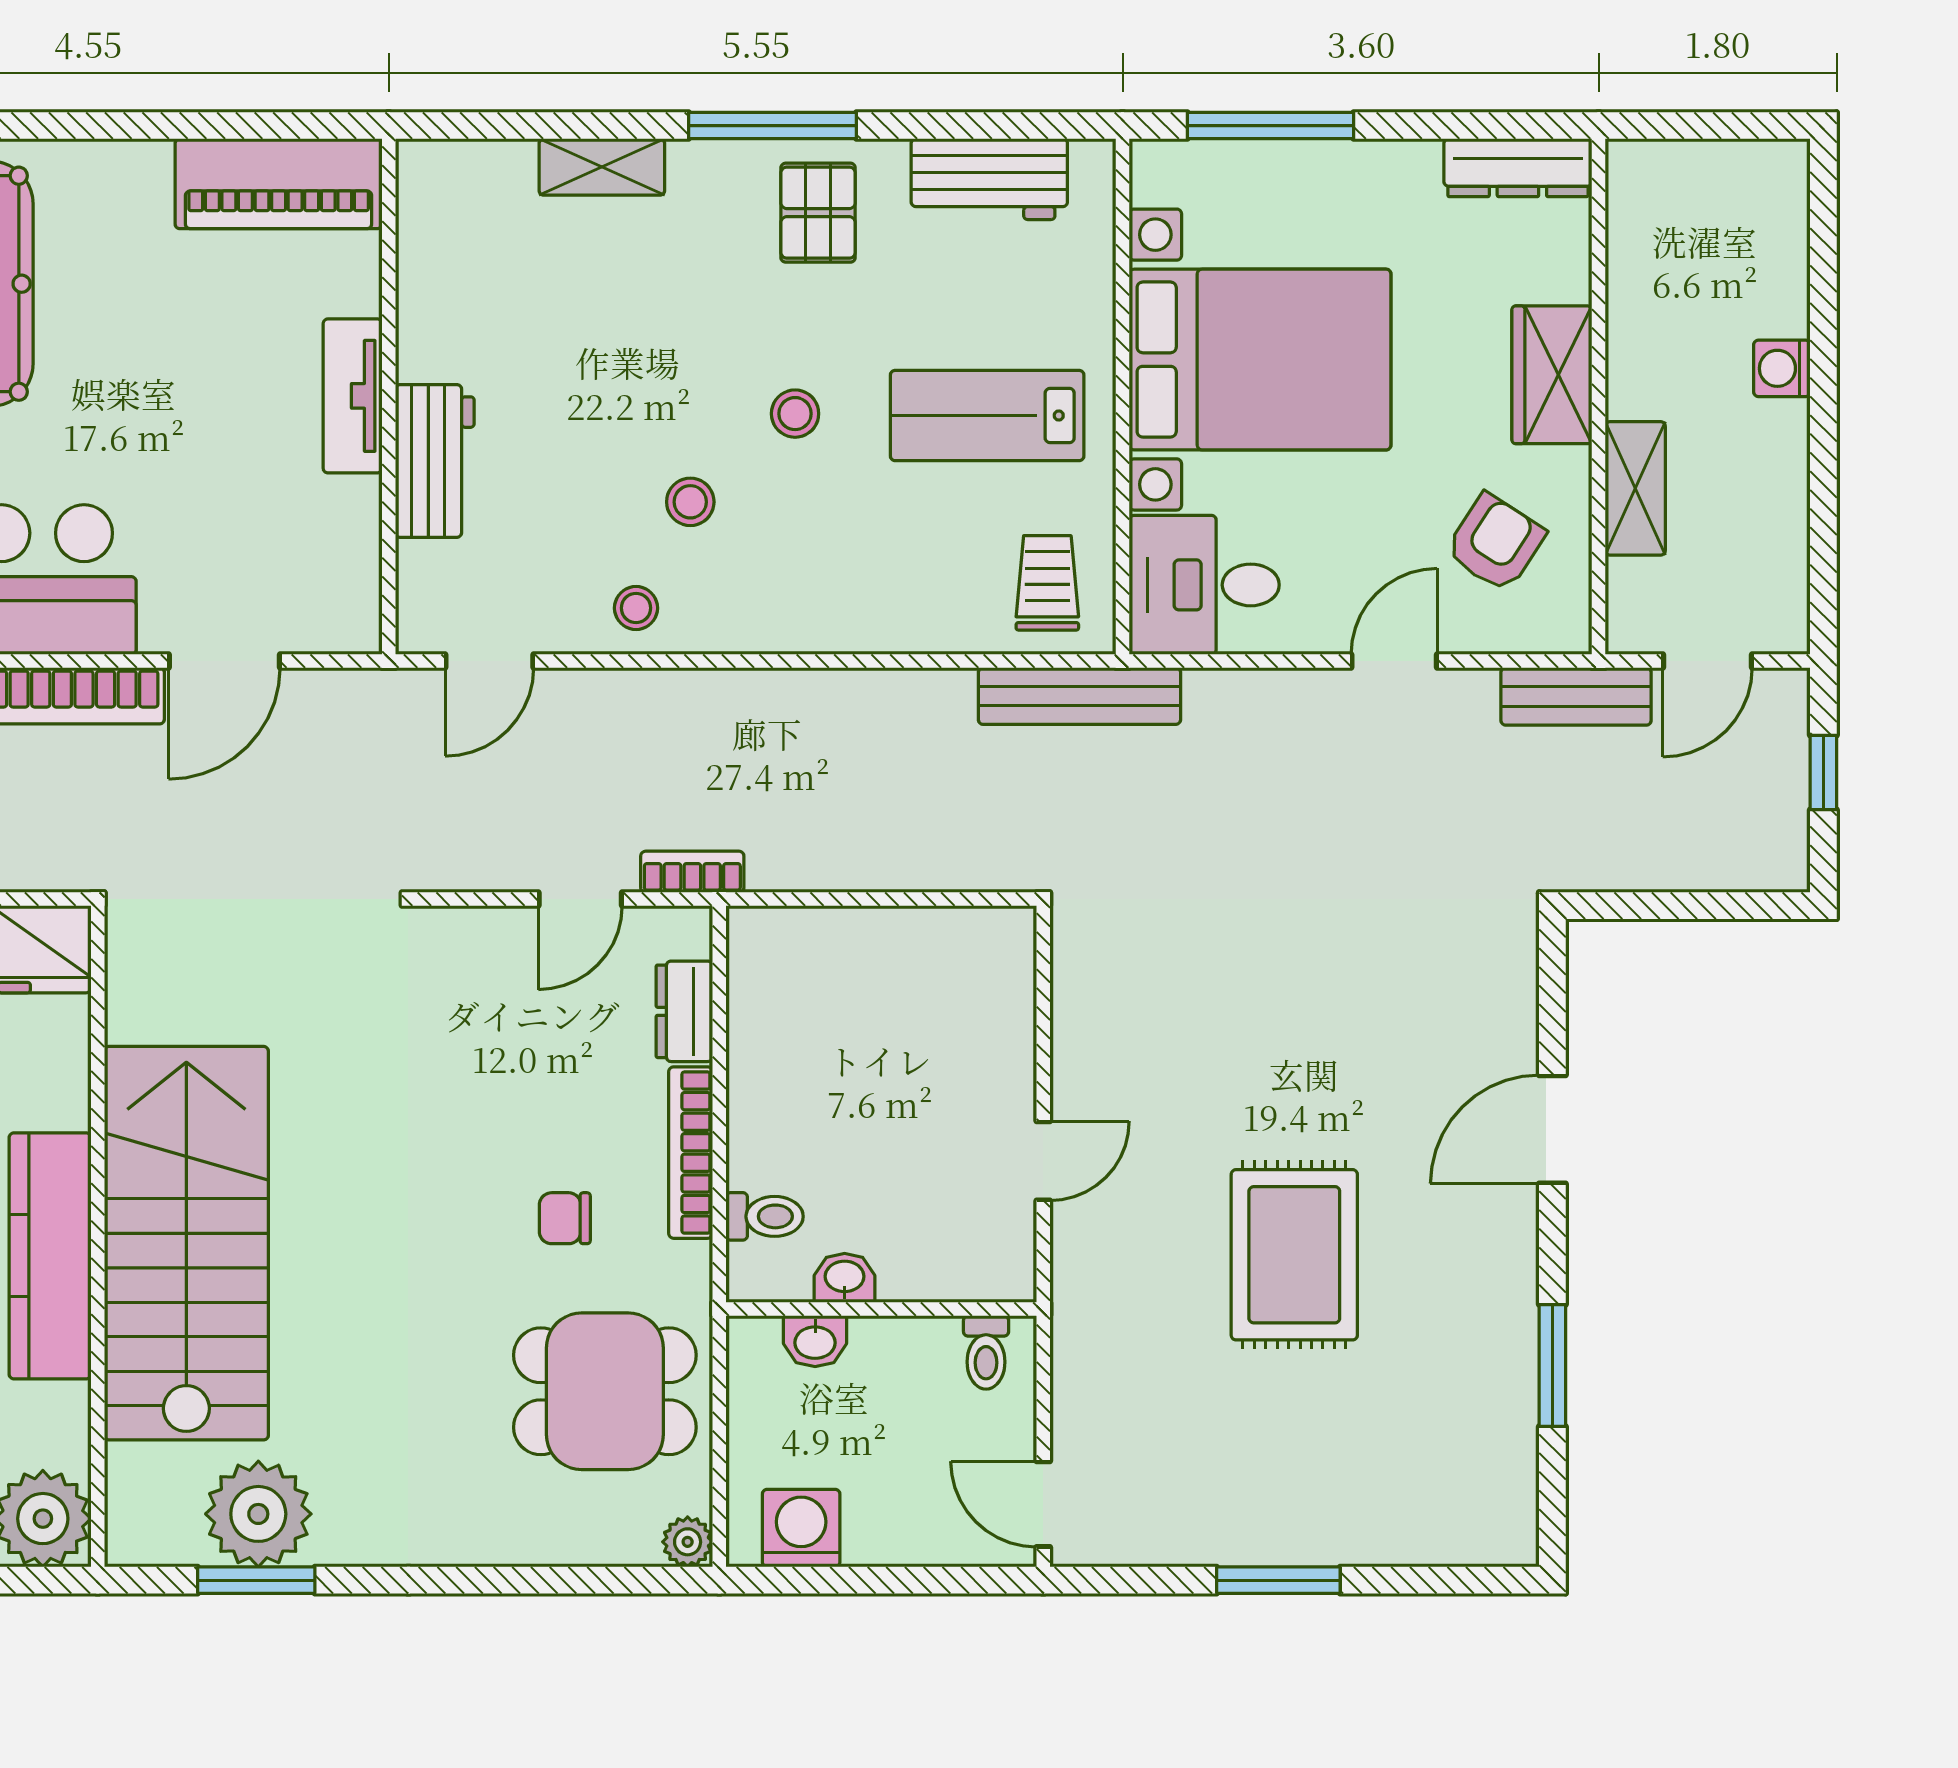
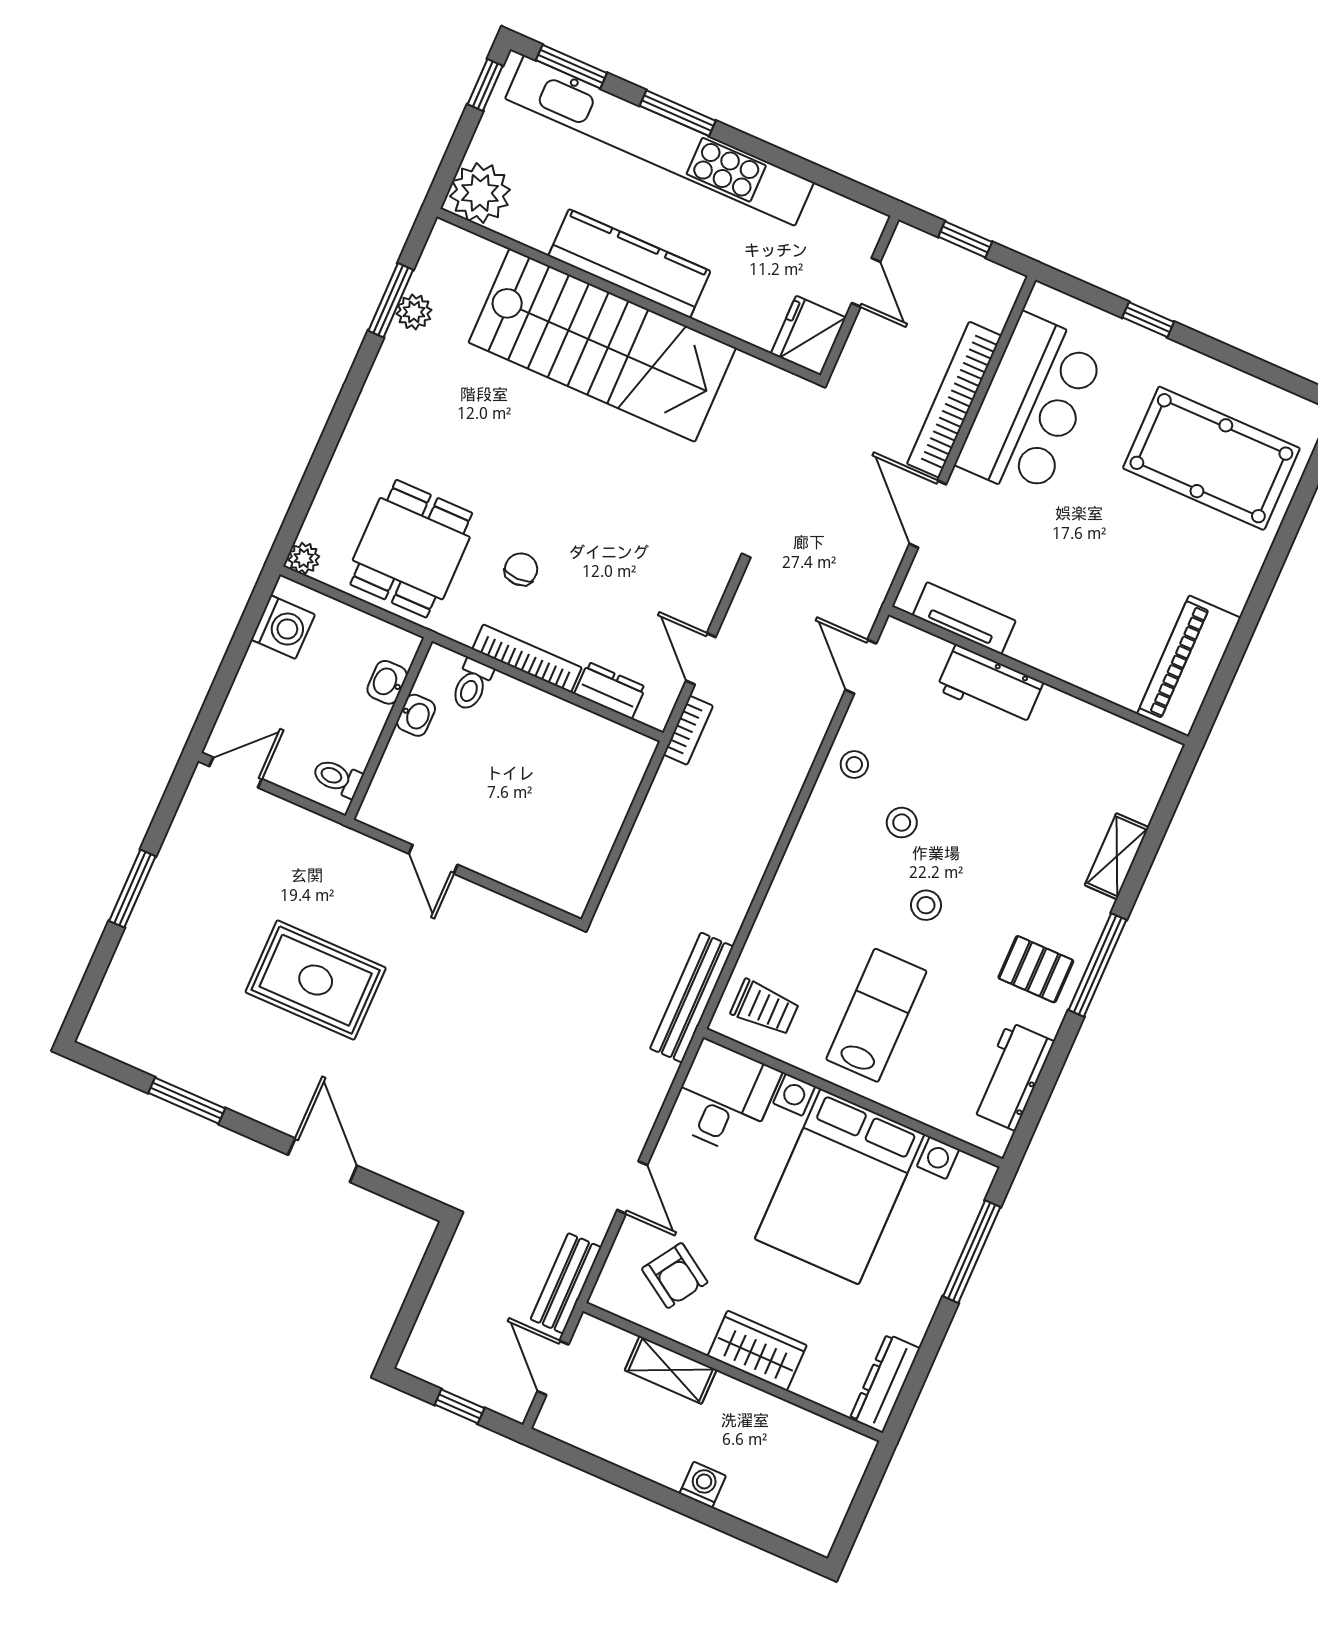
tv unit: (353, 396) -> (964, 618), moved
plant: (258, 1514) -> (414, 312), width x0.53, depth x0.53

